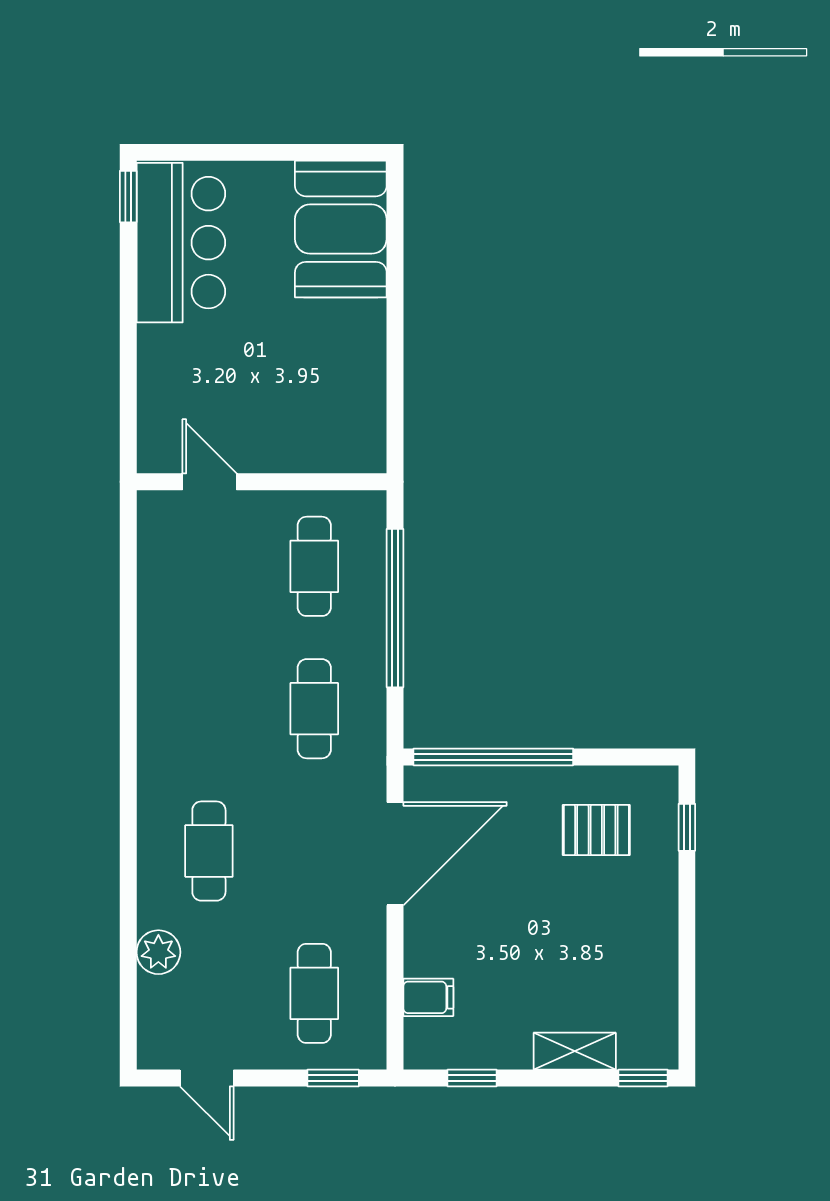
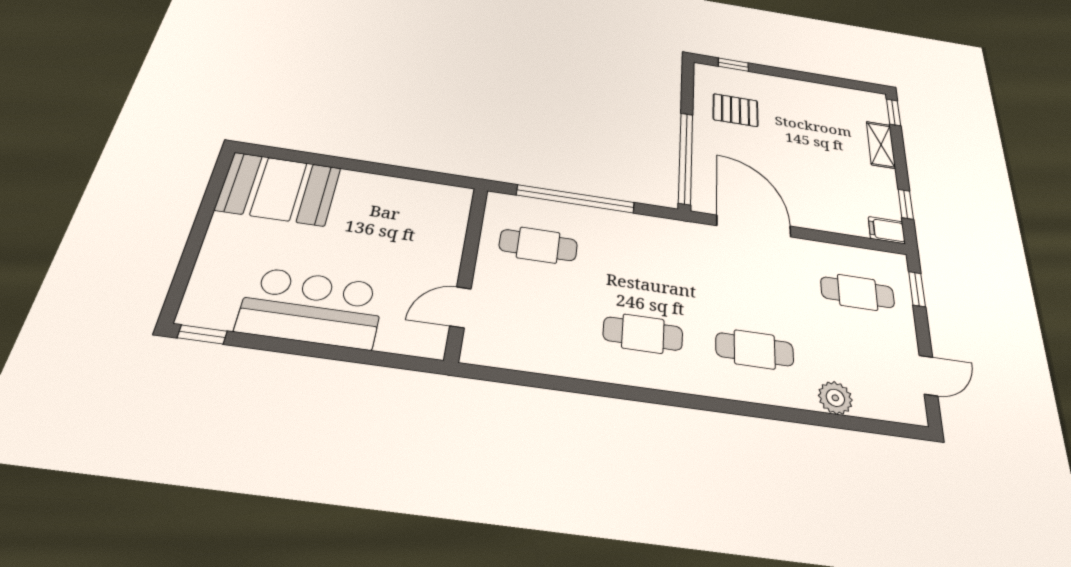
bar counter: (181, 243) -> (312, 308), moved
cafe table: (314, 709) -> (643, 334), moved
pallet: (596, 830) -> (735, 110), turned 90
filing cabinet: (428, 997) -> (887, 230), moved, turned -90

